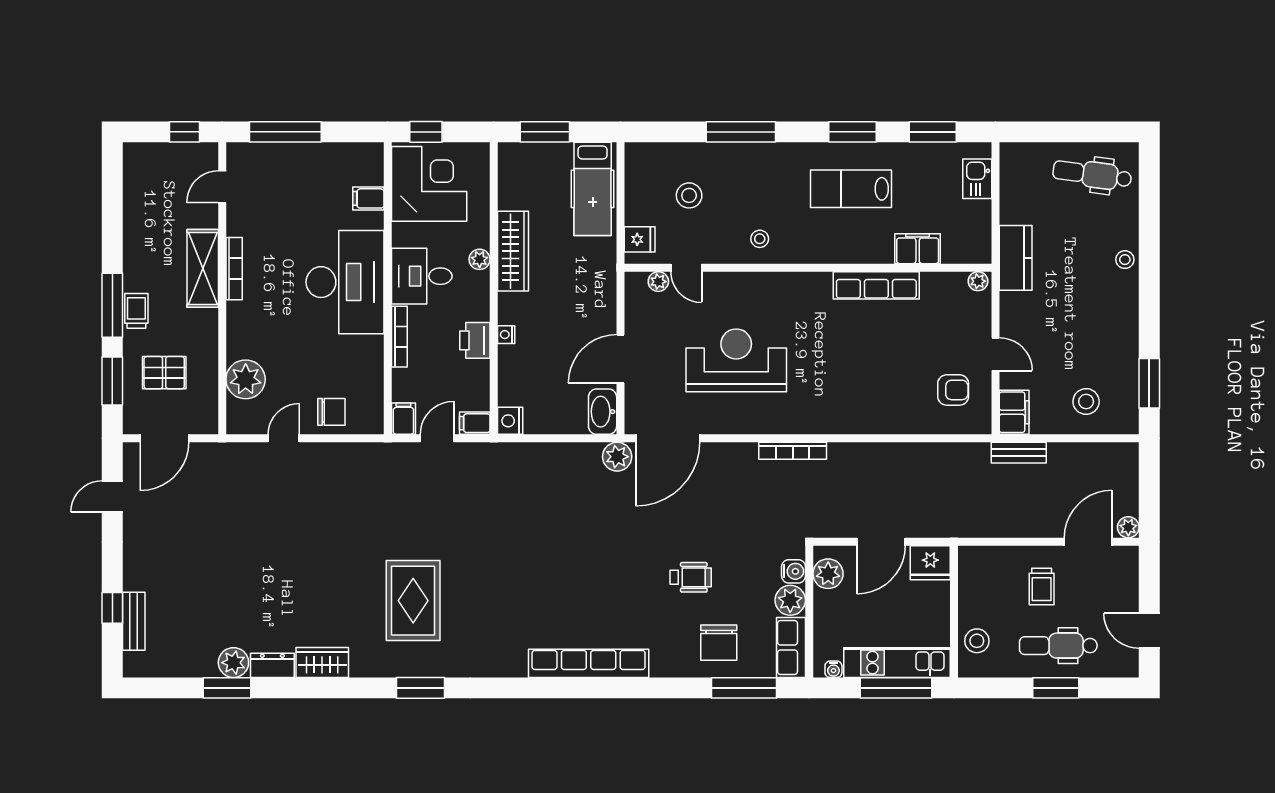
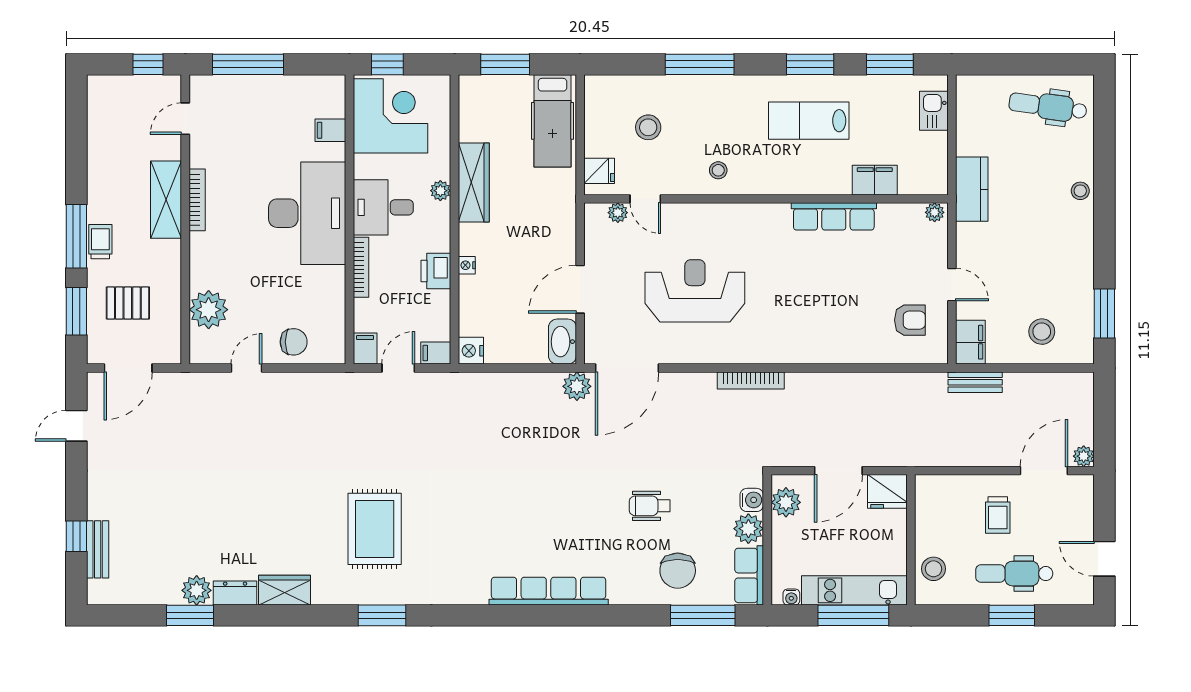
wheelchair: (691, 577) -> (650, 506), turned 180

